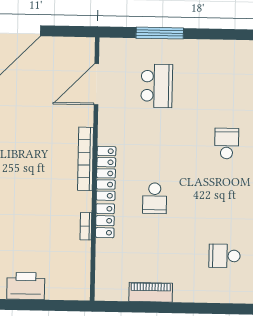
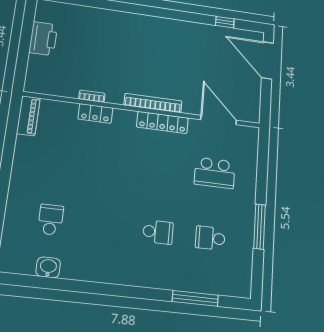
window: (160, 33) -> (260, 227), moved
locker: (106, 173) -> (162, 122), moved
school desk: (155, 198) -> (210, 238), moved
piano: (151, 292) -> (28, 116), moved

